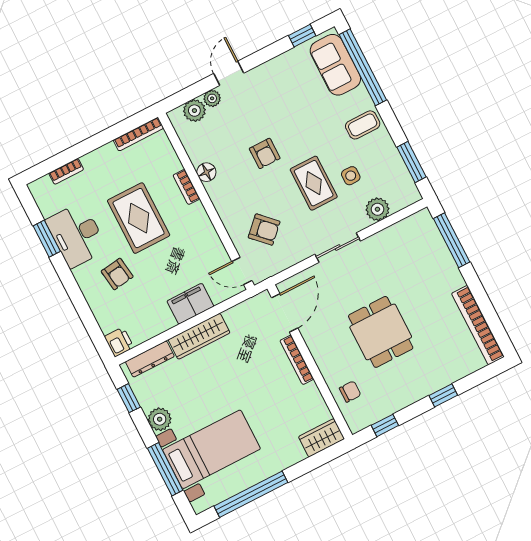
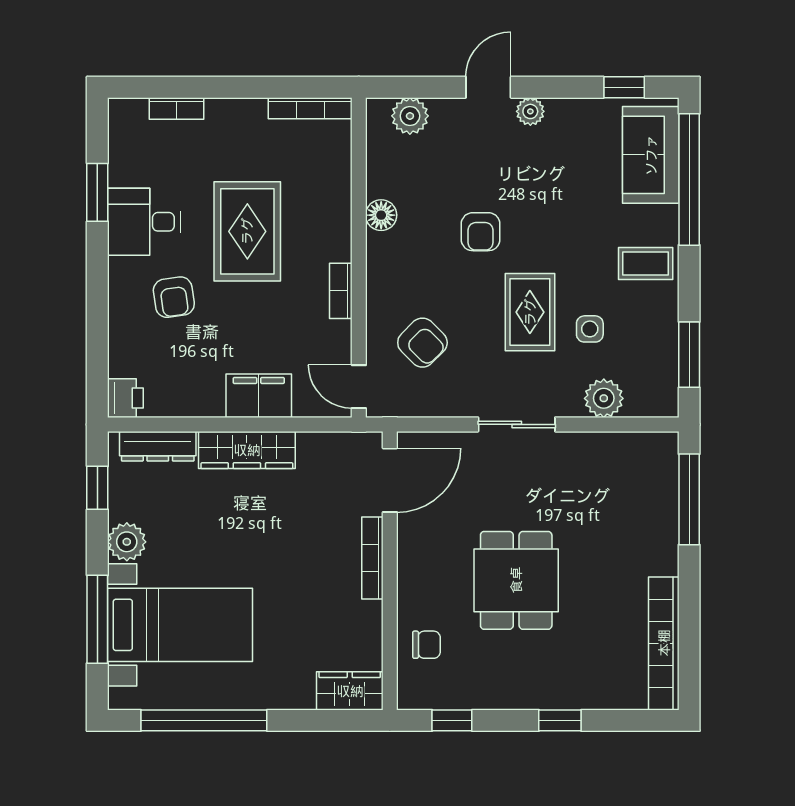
plant: (212, 98) -> (530, 111), moved
bookcase: (186, 187) -> (341, 291), moved
desk: (77, 235) -> (144, 222), width x0.73

